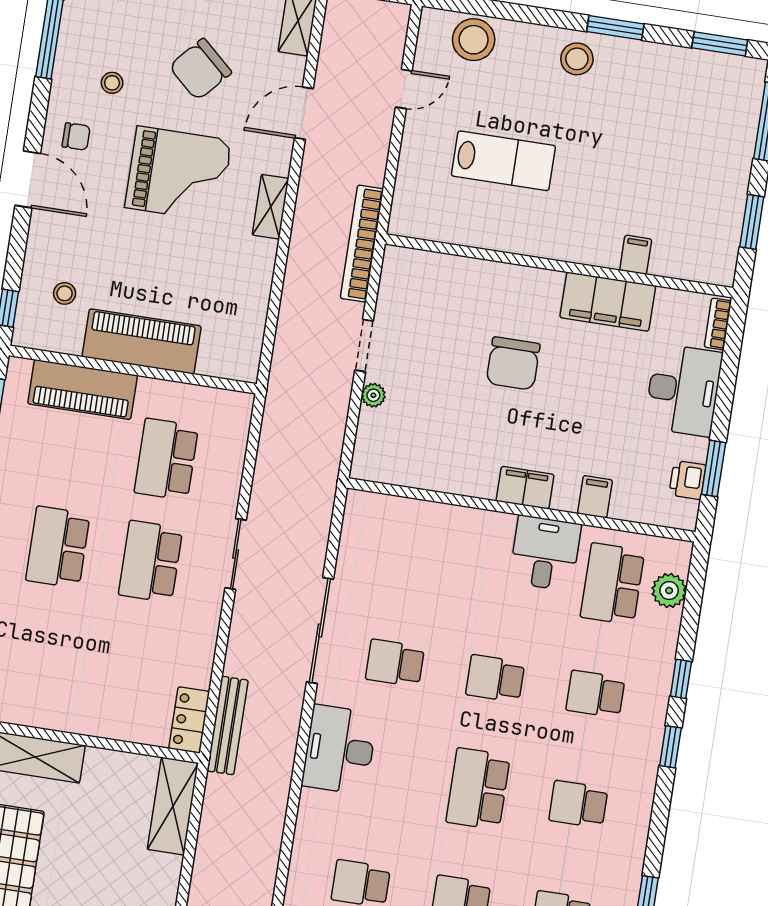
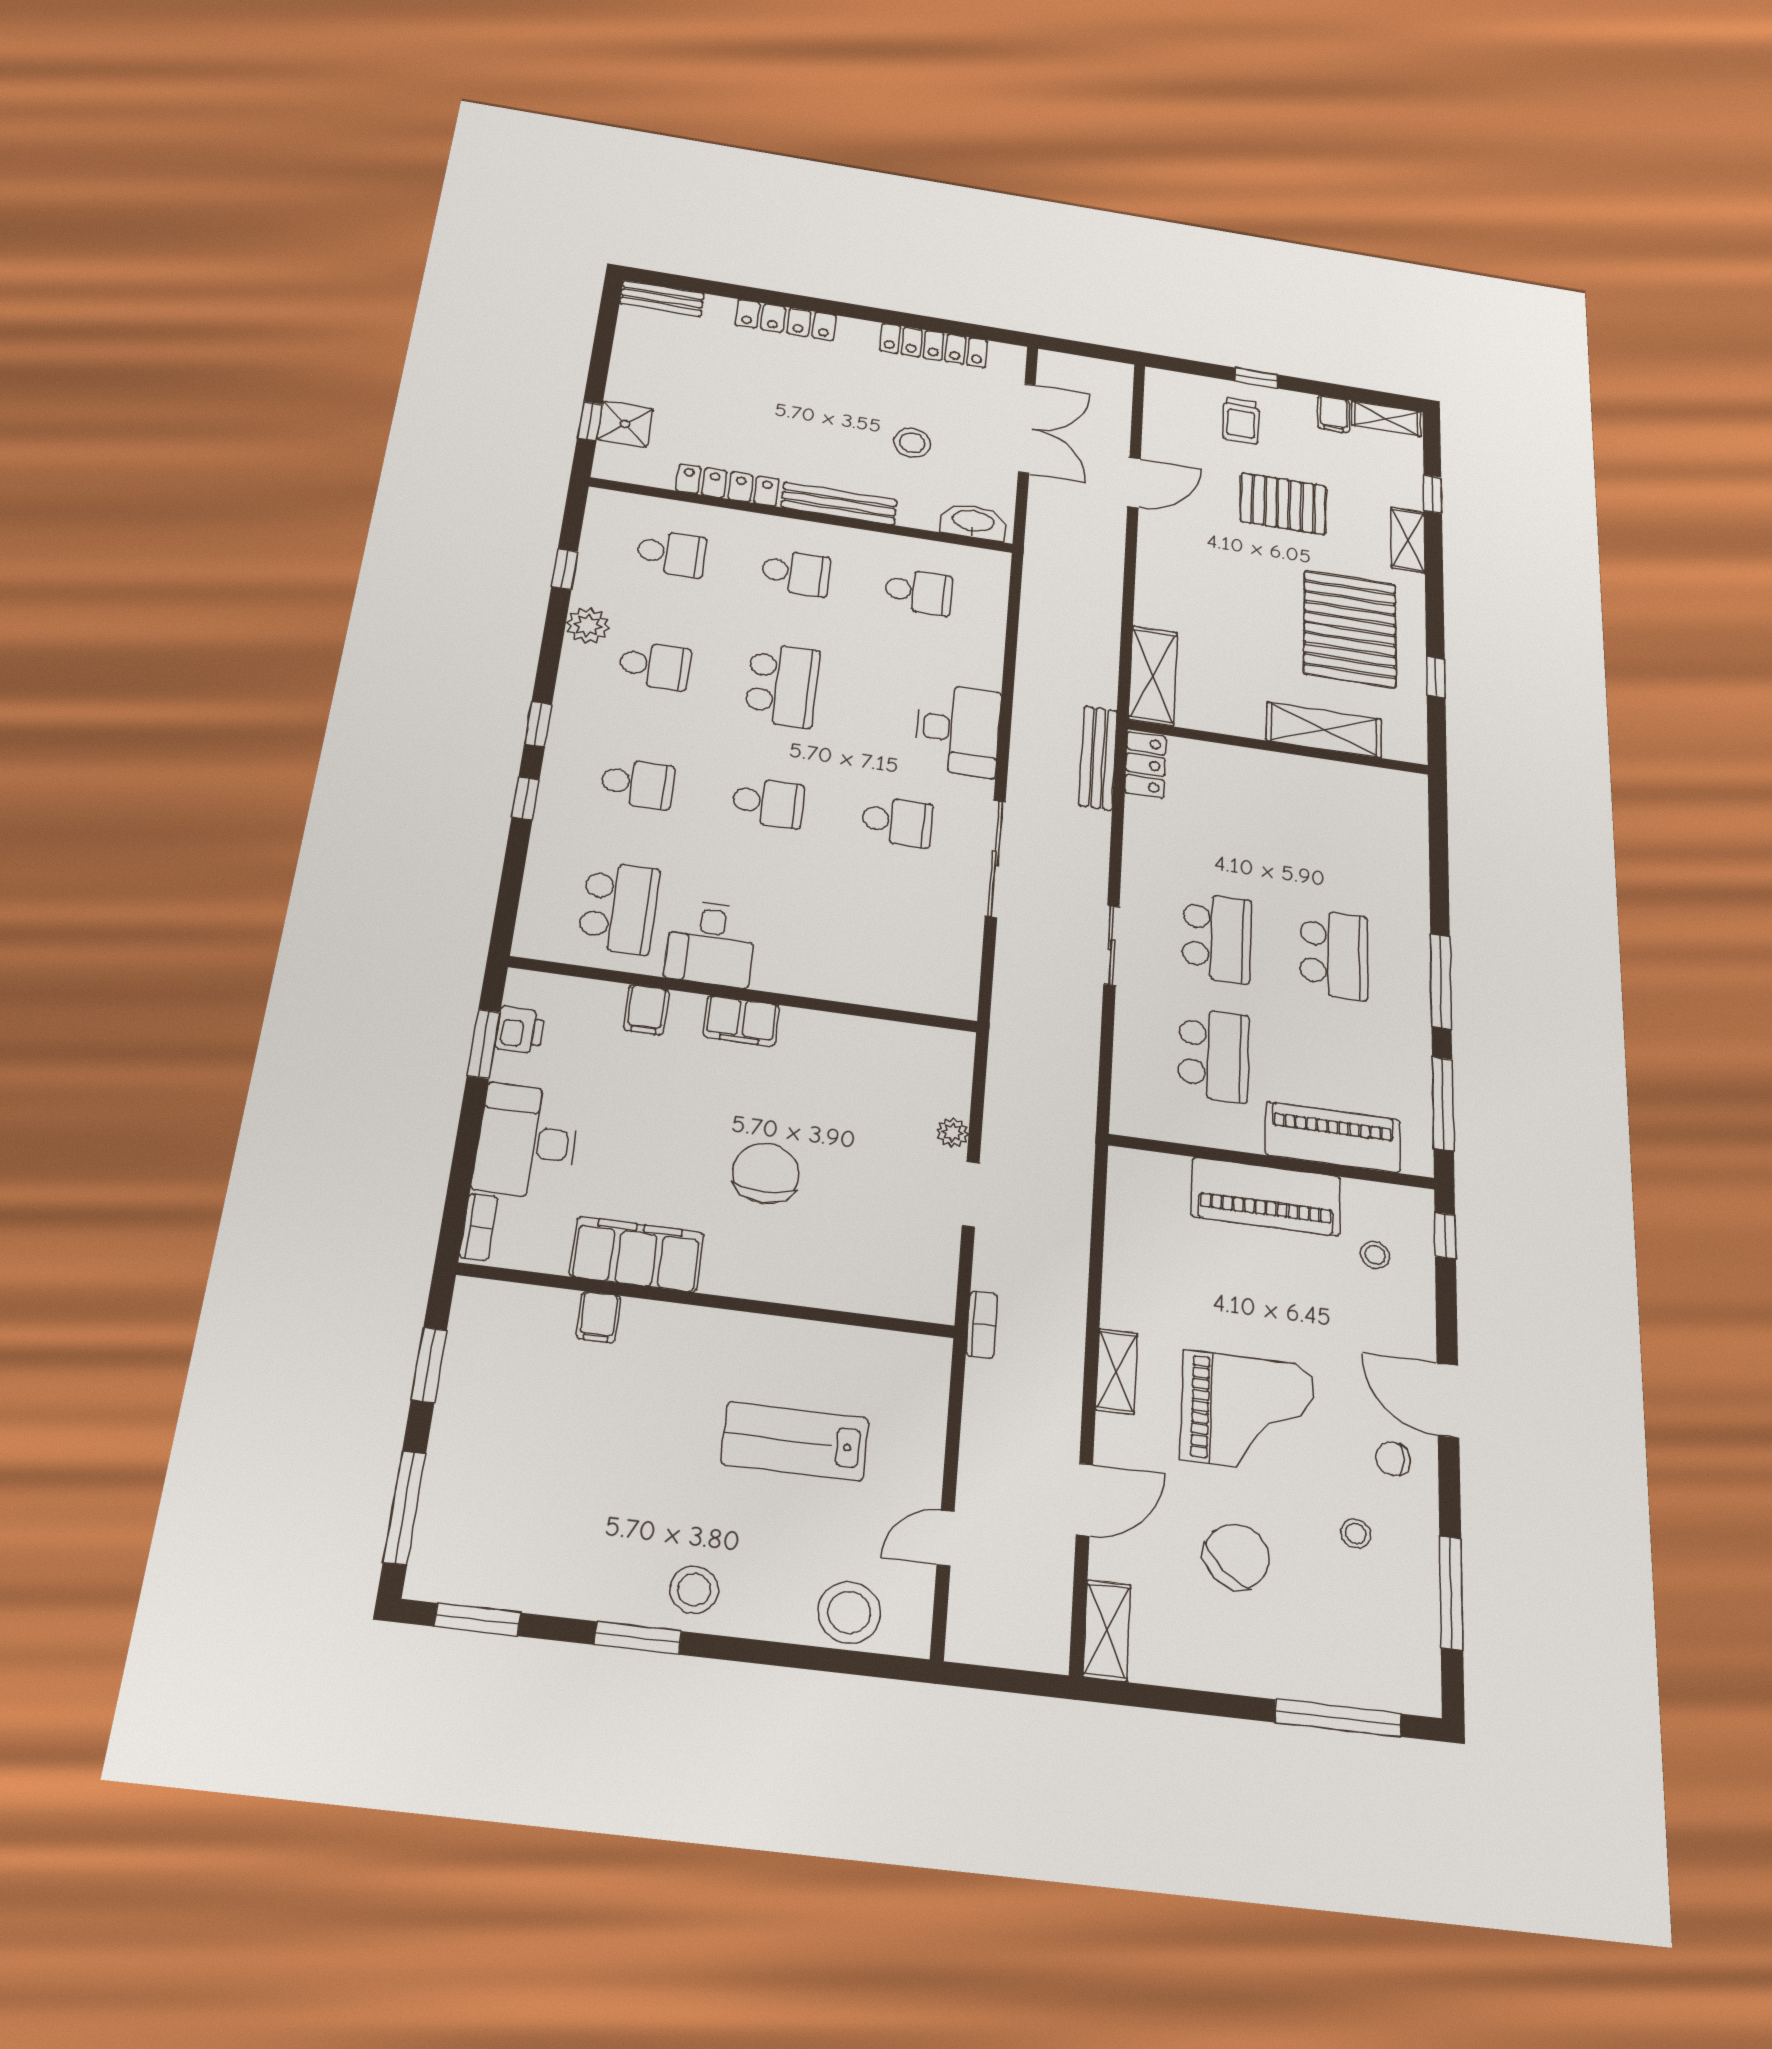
grand piano: (178, 174) -> (1248, 1412), turned 180
bookcase: (362, 244) -> (982, 1325), width x0.43, depth x0.76
plant: (669, 591) -> (588, 625), moved

